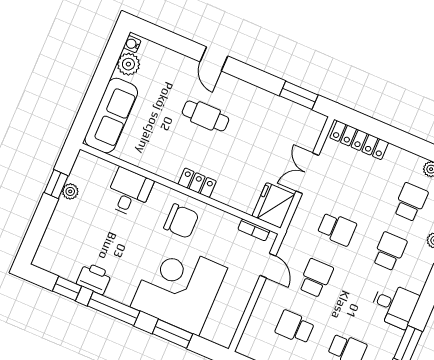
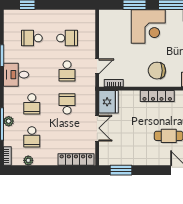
locker: (197, 183) -> (157, 96), width x1.53
school desk: (337, 229) -> (67, 104), turned 90
door: (268, 266) -> (97, 66), swing flipped
corner desk: (179, 287) -> (148, 26), width x0.74, depth x0.74

